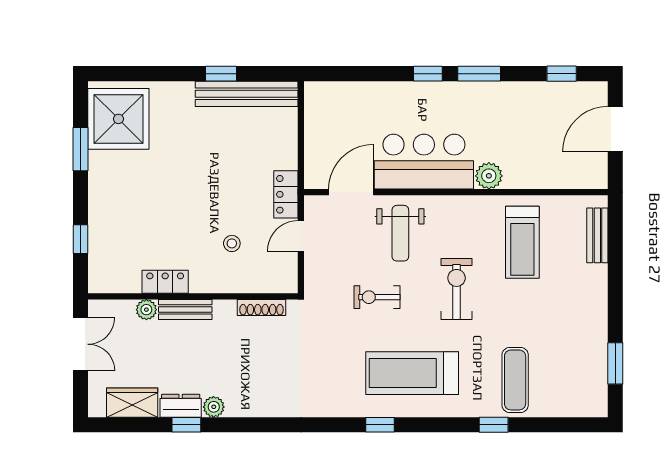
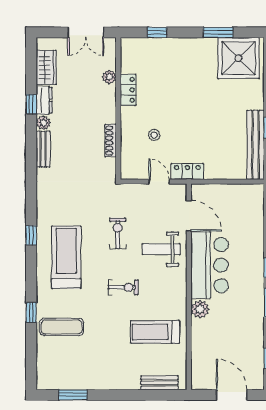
exercise bike: (457, 289) -> (123, 287), width x0.73, depth x0.72
shoe rack: (262, 308) -> (111, 141), moved
bench: (185, 309) -> (43, 149), moved

